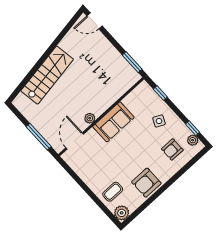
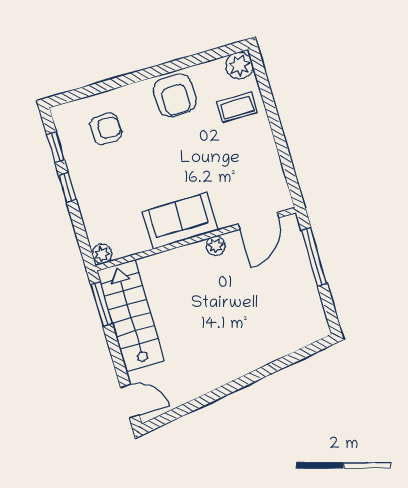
stairs: (47, 75) -> (131, 316), moved, turned 99
window: (160, 93) -> (67, 187), moved
side table: (159, 121) -> (105, 186), removed
plant: (193, 140) -> (102, 254), moved
armchair: (146, 183) -> (175, 95), turned 90

